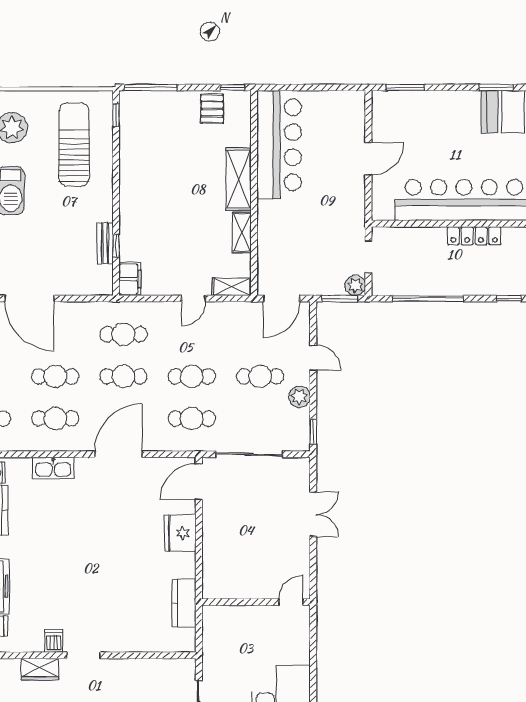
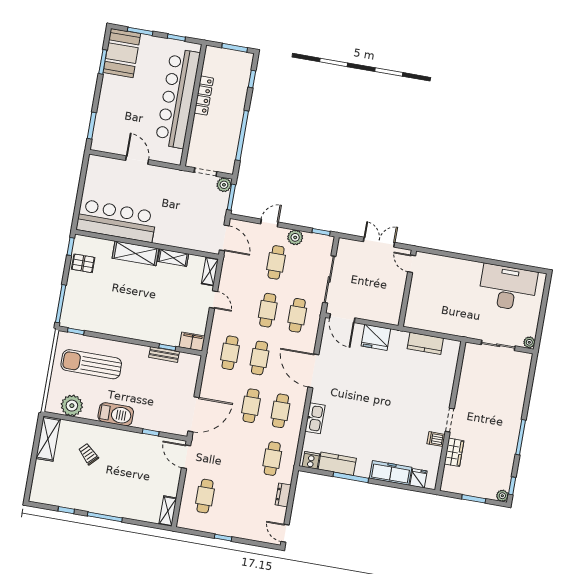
wall: (256, 602) -> (407, 288), moved
door: (291, 602) -> (412, 264), moved

